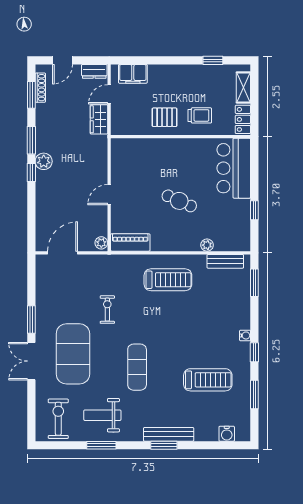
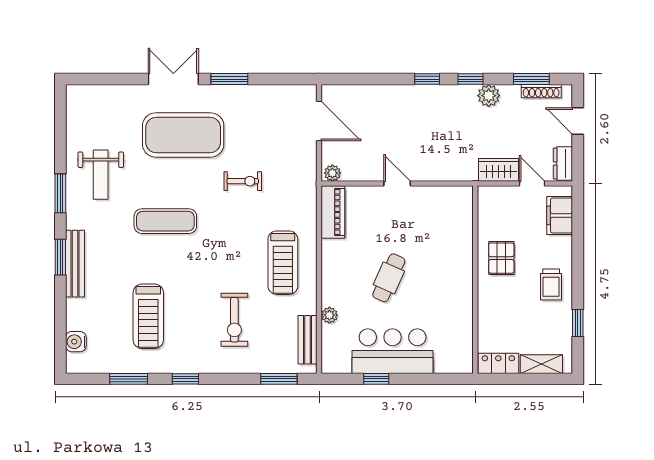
trolley: (200, 115) -> (551, 285), moved
window: (31, 140) -> (470, 79), width x0.67
plant: (44, 161) -> (489, 96), moved
bar counter: (234, 168) -> (393, 351), moved
water cooler: (245, 335) -> (208, 366), removed
weight bench: (102, 415) -> (101, 175), turned 180
exercise bike: (58, 419) -> (234, 320), moved, turned 90
window: (101, 445) -> (60, 193), moved

